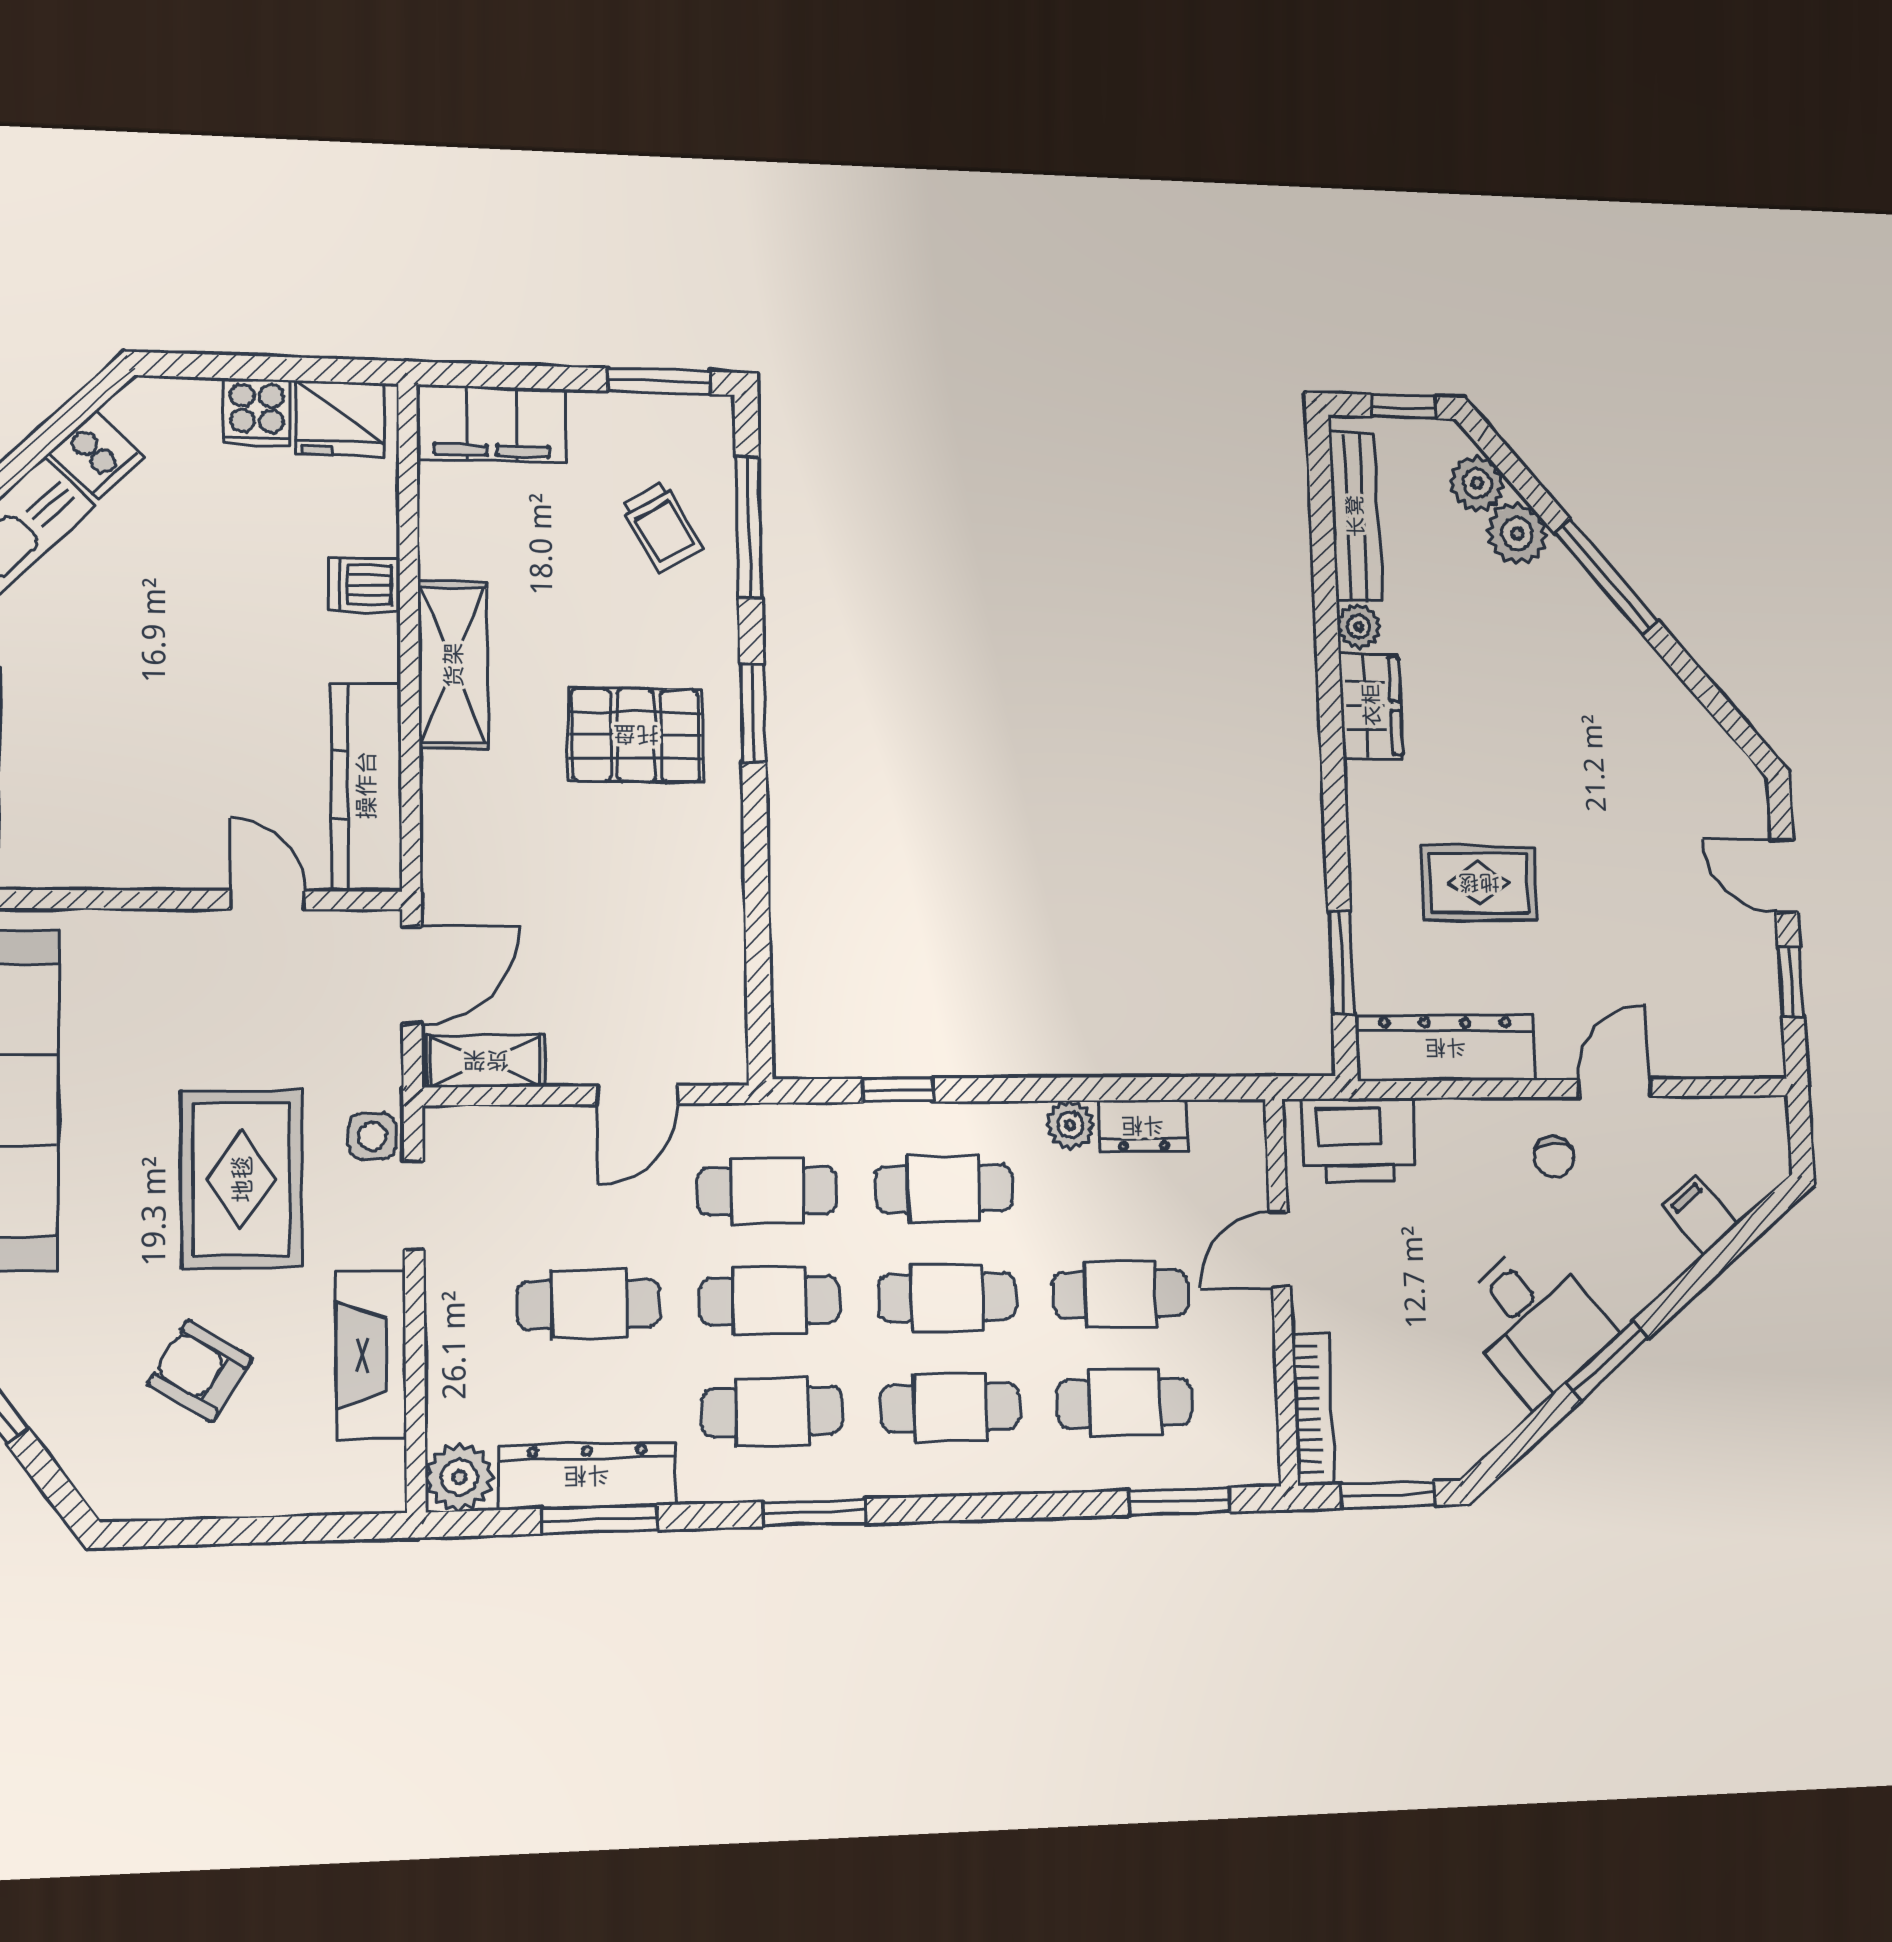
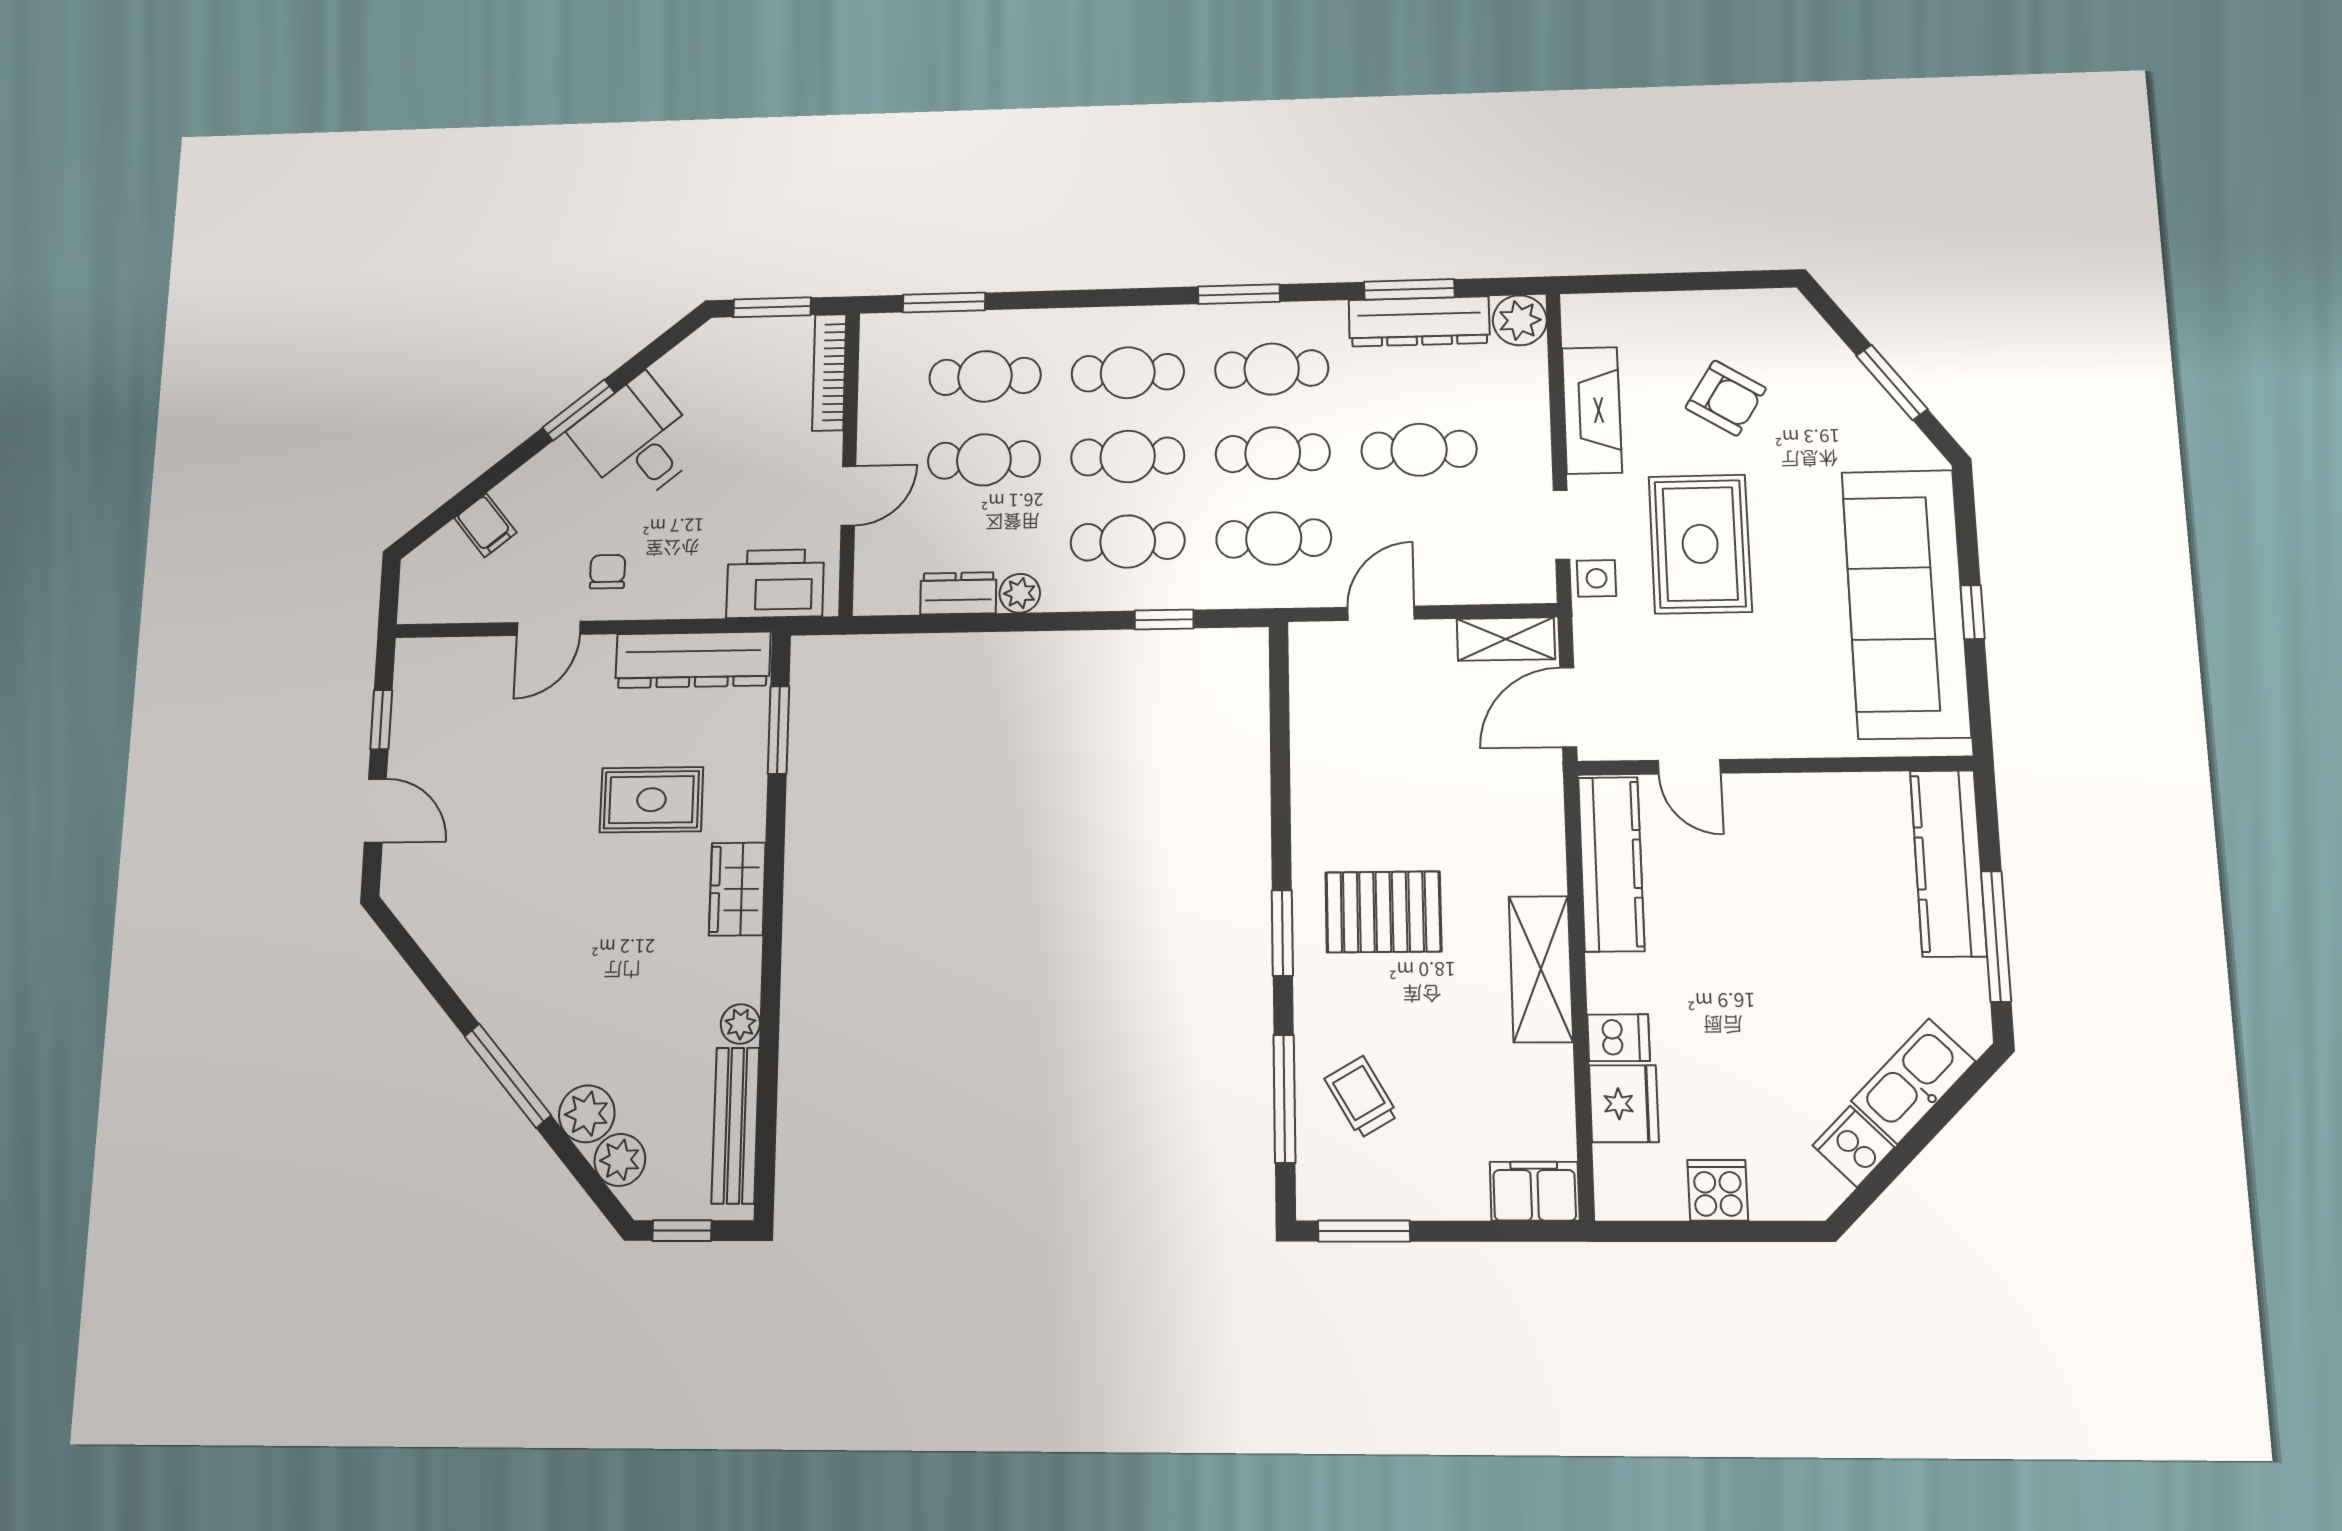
fridge: (340, 418) -> (1624, 1104), moved, turned 90
filing cabinet: (491, 424) -> (1535, 1191), width x0.67, depth x0.86
wardrobe: (1371, 705) -> (737, 889), moved

